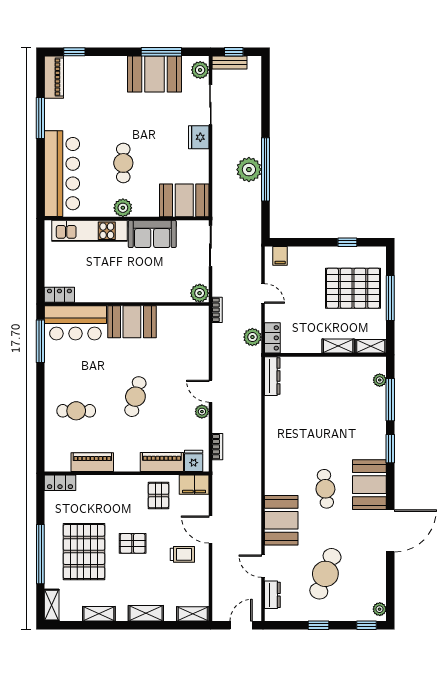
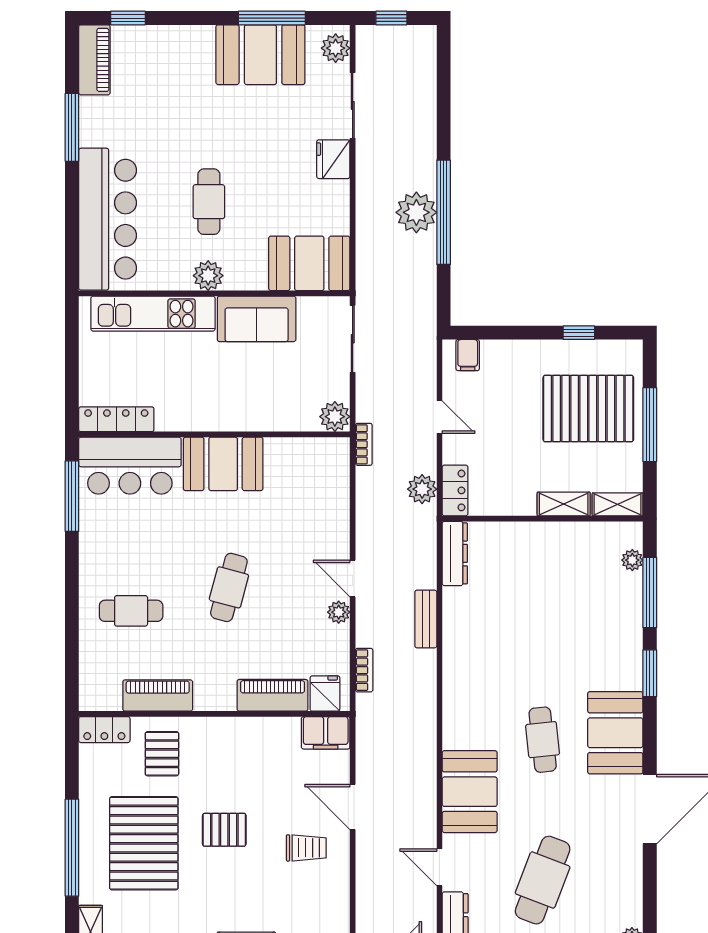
bench: (229, 63) -> (426, 619), moved, turned 90
locker: (59, 295) -> (116, 419), width x1.53
pallet: (159, 496) -> (162, 754), moved

